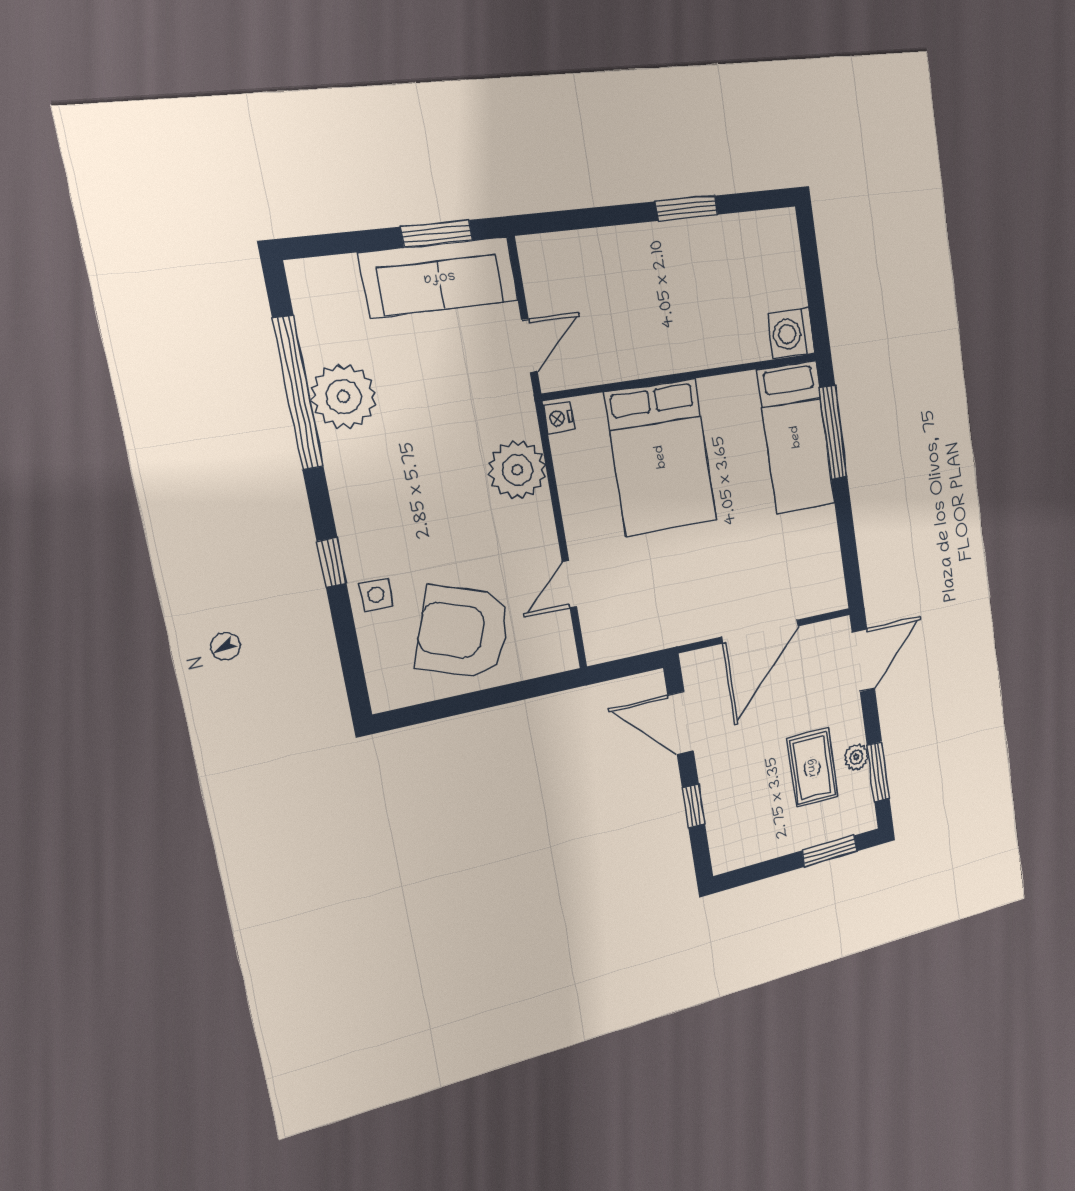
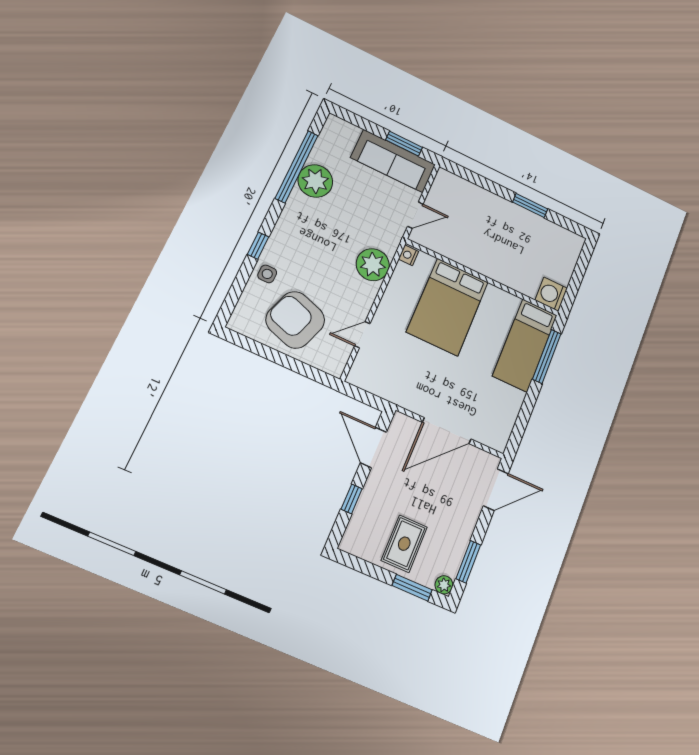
plant: (856, 757) -> (444, 585), moved
rug: (812, 768) -> (404, 544), moved

